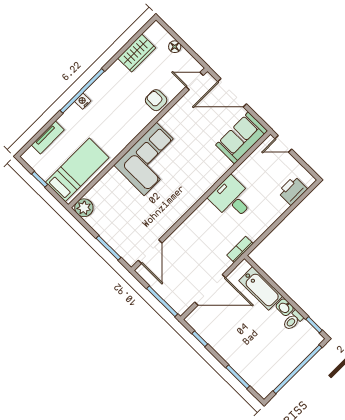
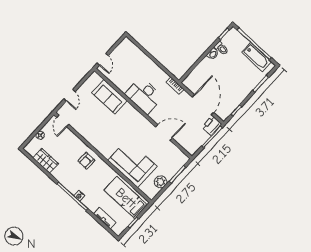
door: (232, 93) -> (70, 95), width x0.53
armchair: (156, 100) -> (86, 161), moved
sofa: (242, 138) -> (110, 97), moved
corner sofa: (150, 159) -> (132, 163), moved
printer: (293, 191) -> (212, 126), moved, turned 90
desk: (232, 198) -> (144, 96), width x1.37
plant: (84, 208) -> (161, 182), moved
door: (150, 252) -> (164, 133), moved
bathtub: (261, 288) -> (257, 57), moved, turned 90

